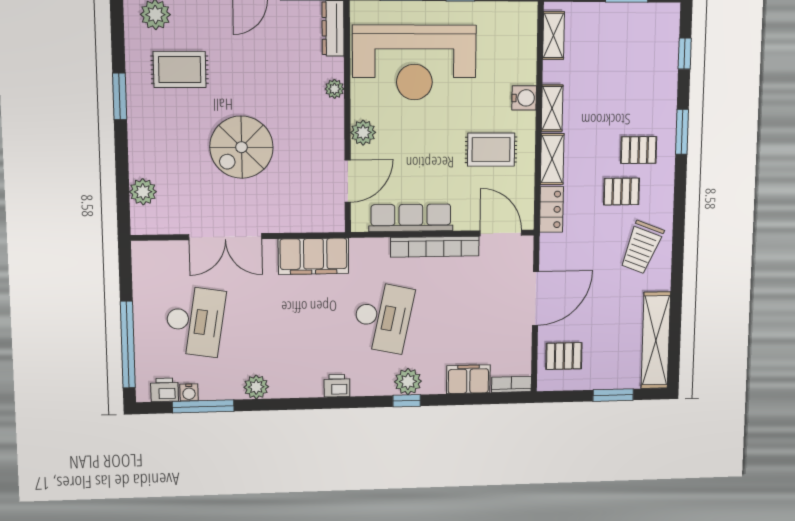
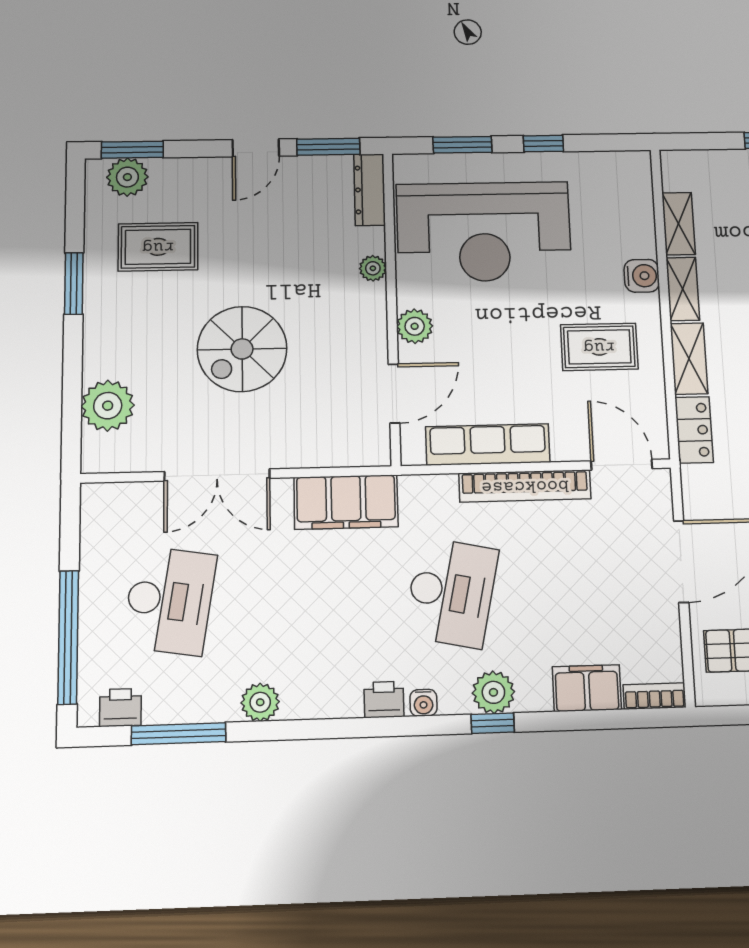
shelving: (554, 35) -> (679, 224), moved
plant: (143, 192) -> (108, 406), width x1.36, depth x1.36
water cooler: (189, 392) -> (423, 703), moved

